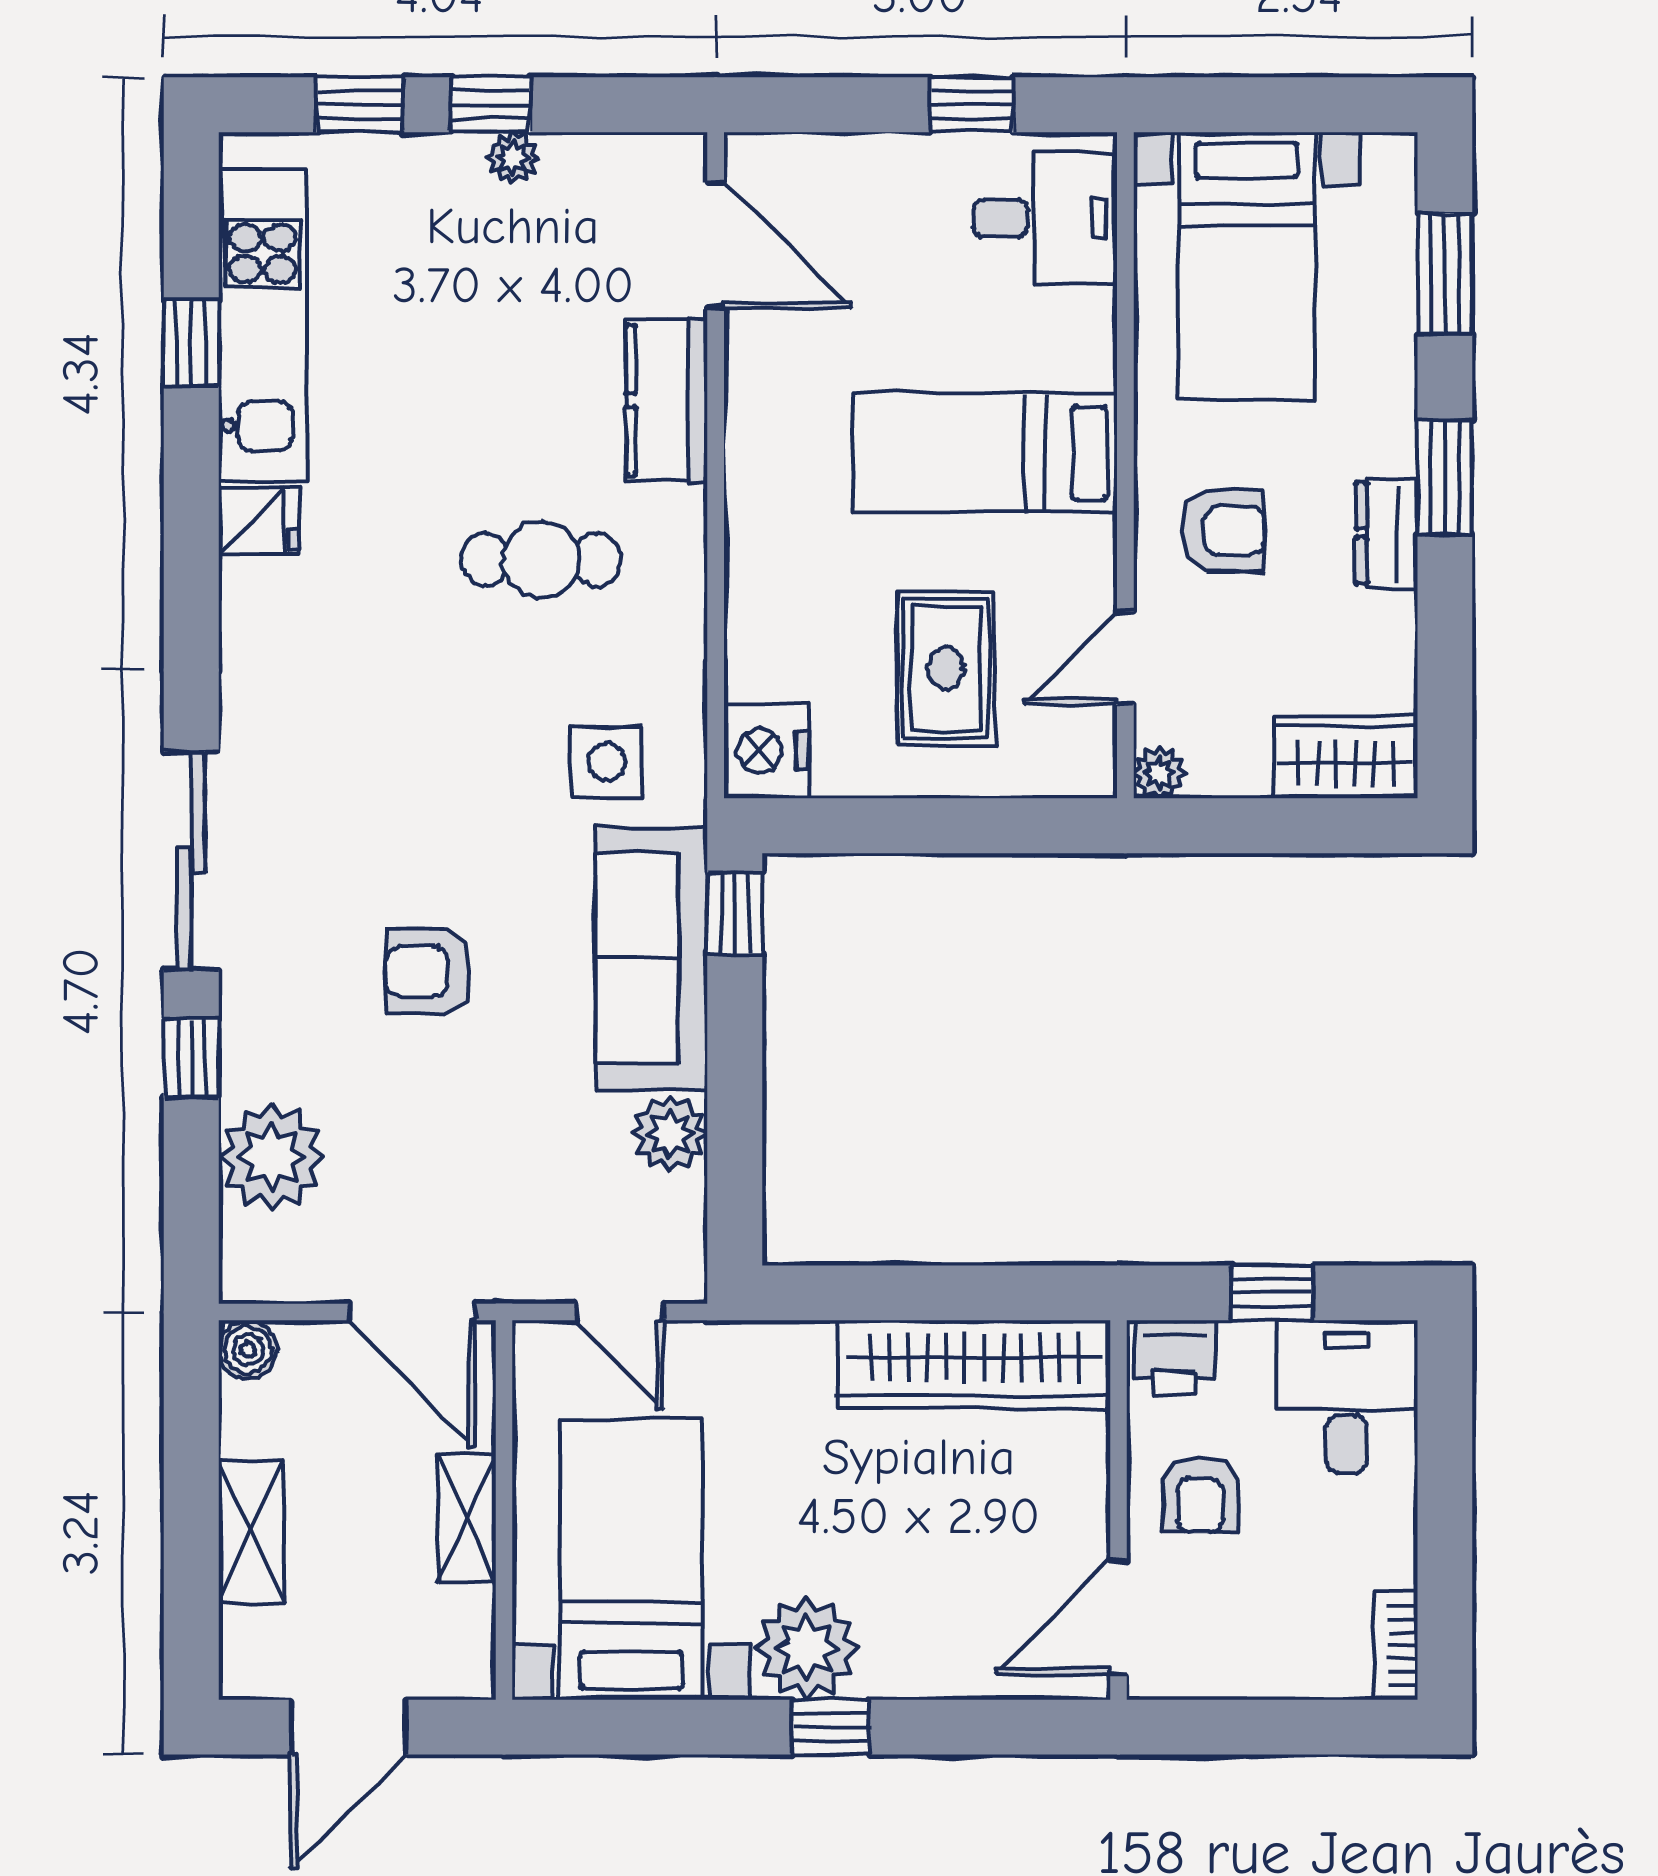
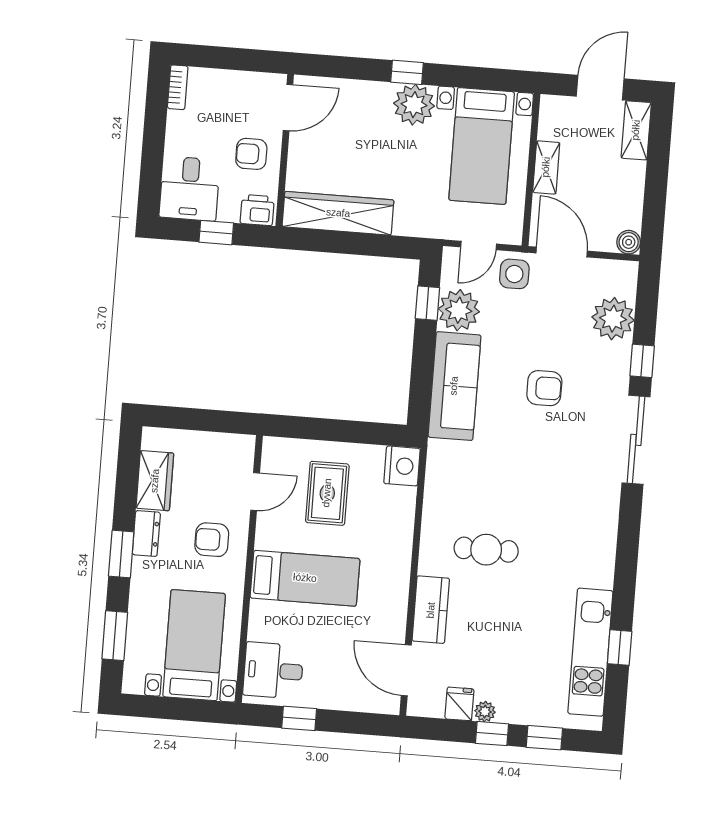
fridge: (258, 521) -> (459, 704), moved, turned 90
wardrobe: (1346, 757) -> (155, 481), moved, turned -90
side table: (607, 762) -> (514, 274), moved
plant: (1159, 773) -> (245, 445), removed
window: (735, 913) -> (427, 303), moved
plant: (669, 1134) -> (459, 310), width x1.36, depth x1.36
door: (619, 1312) -> (479, 245), swing flipped
armchair: (1200, 1495) -> (251, 154), turned -90
shelving: (251, 1532) -> (636, 130), moved

